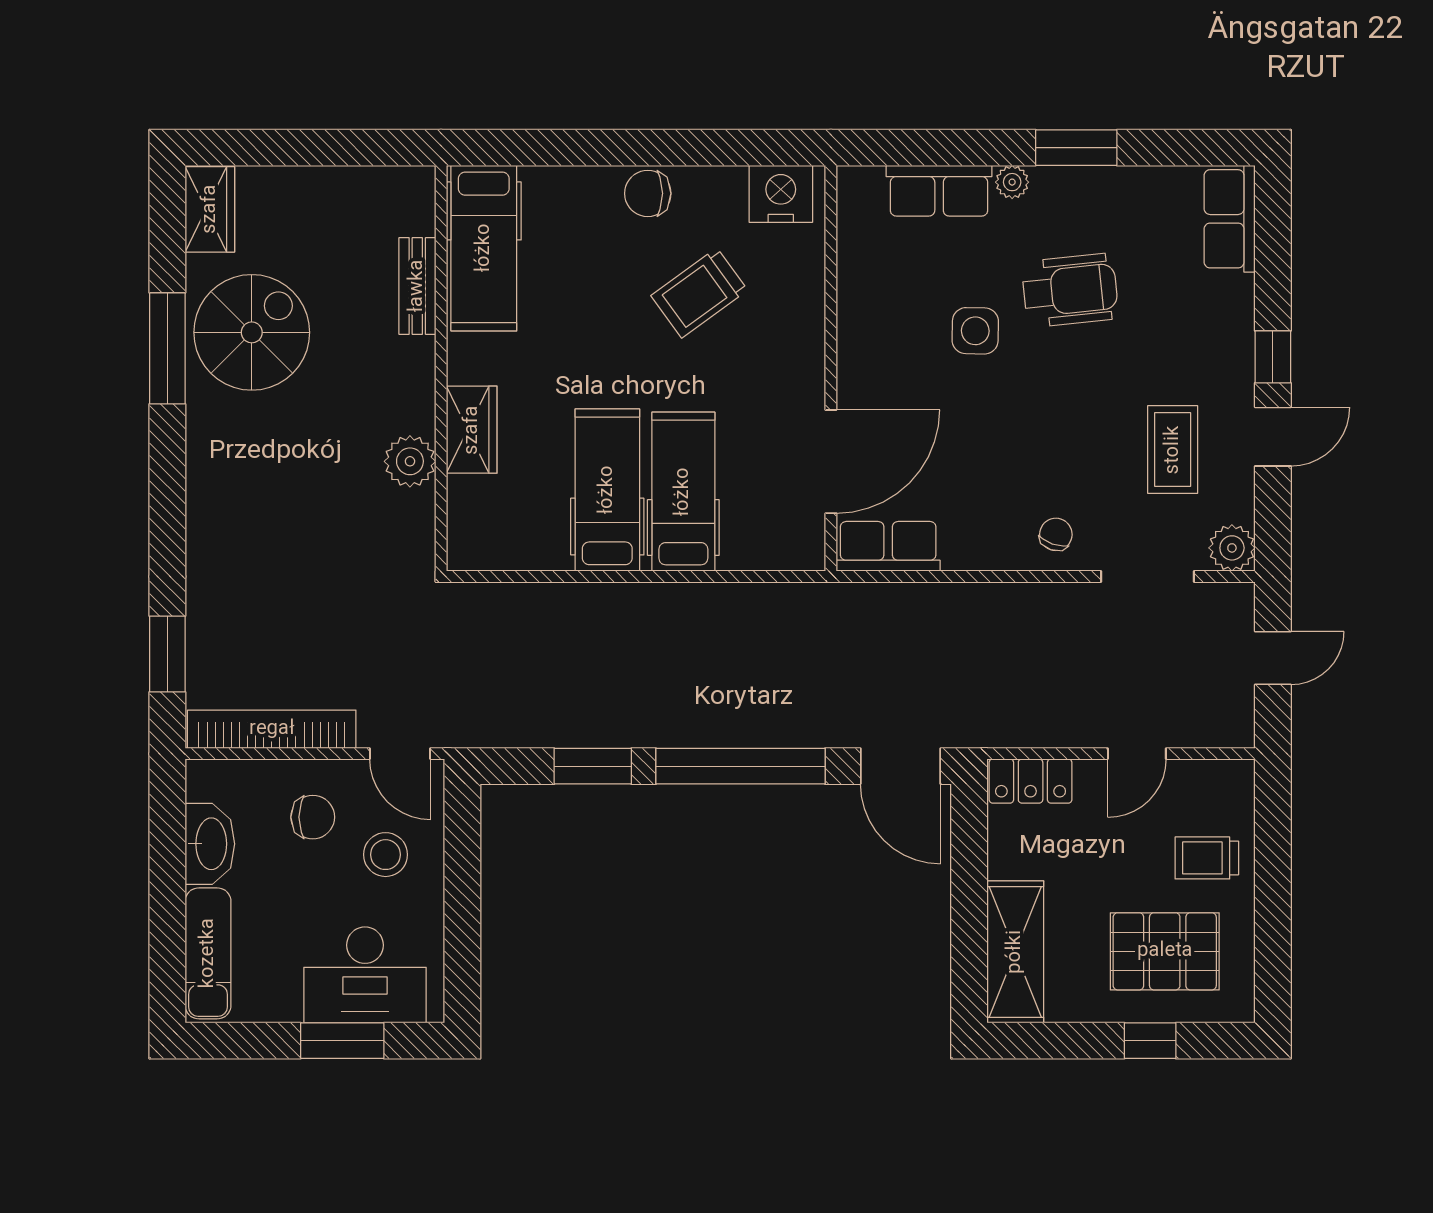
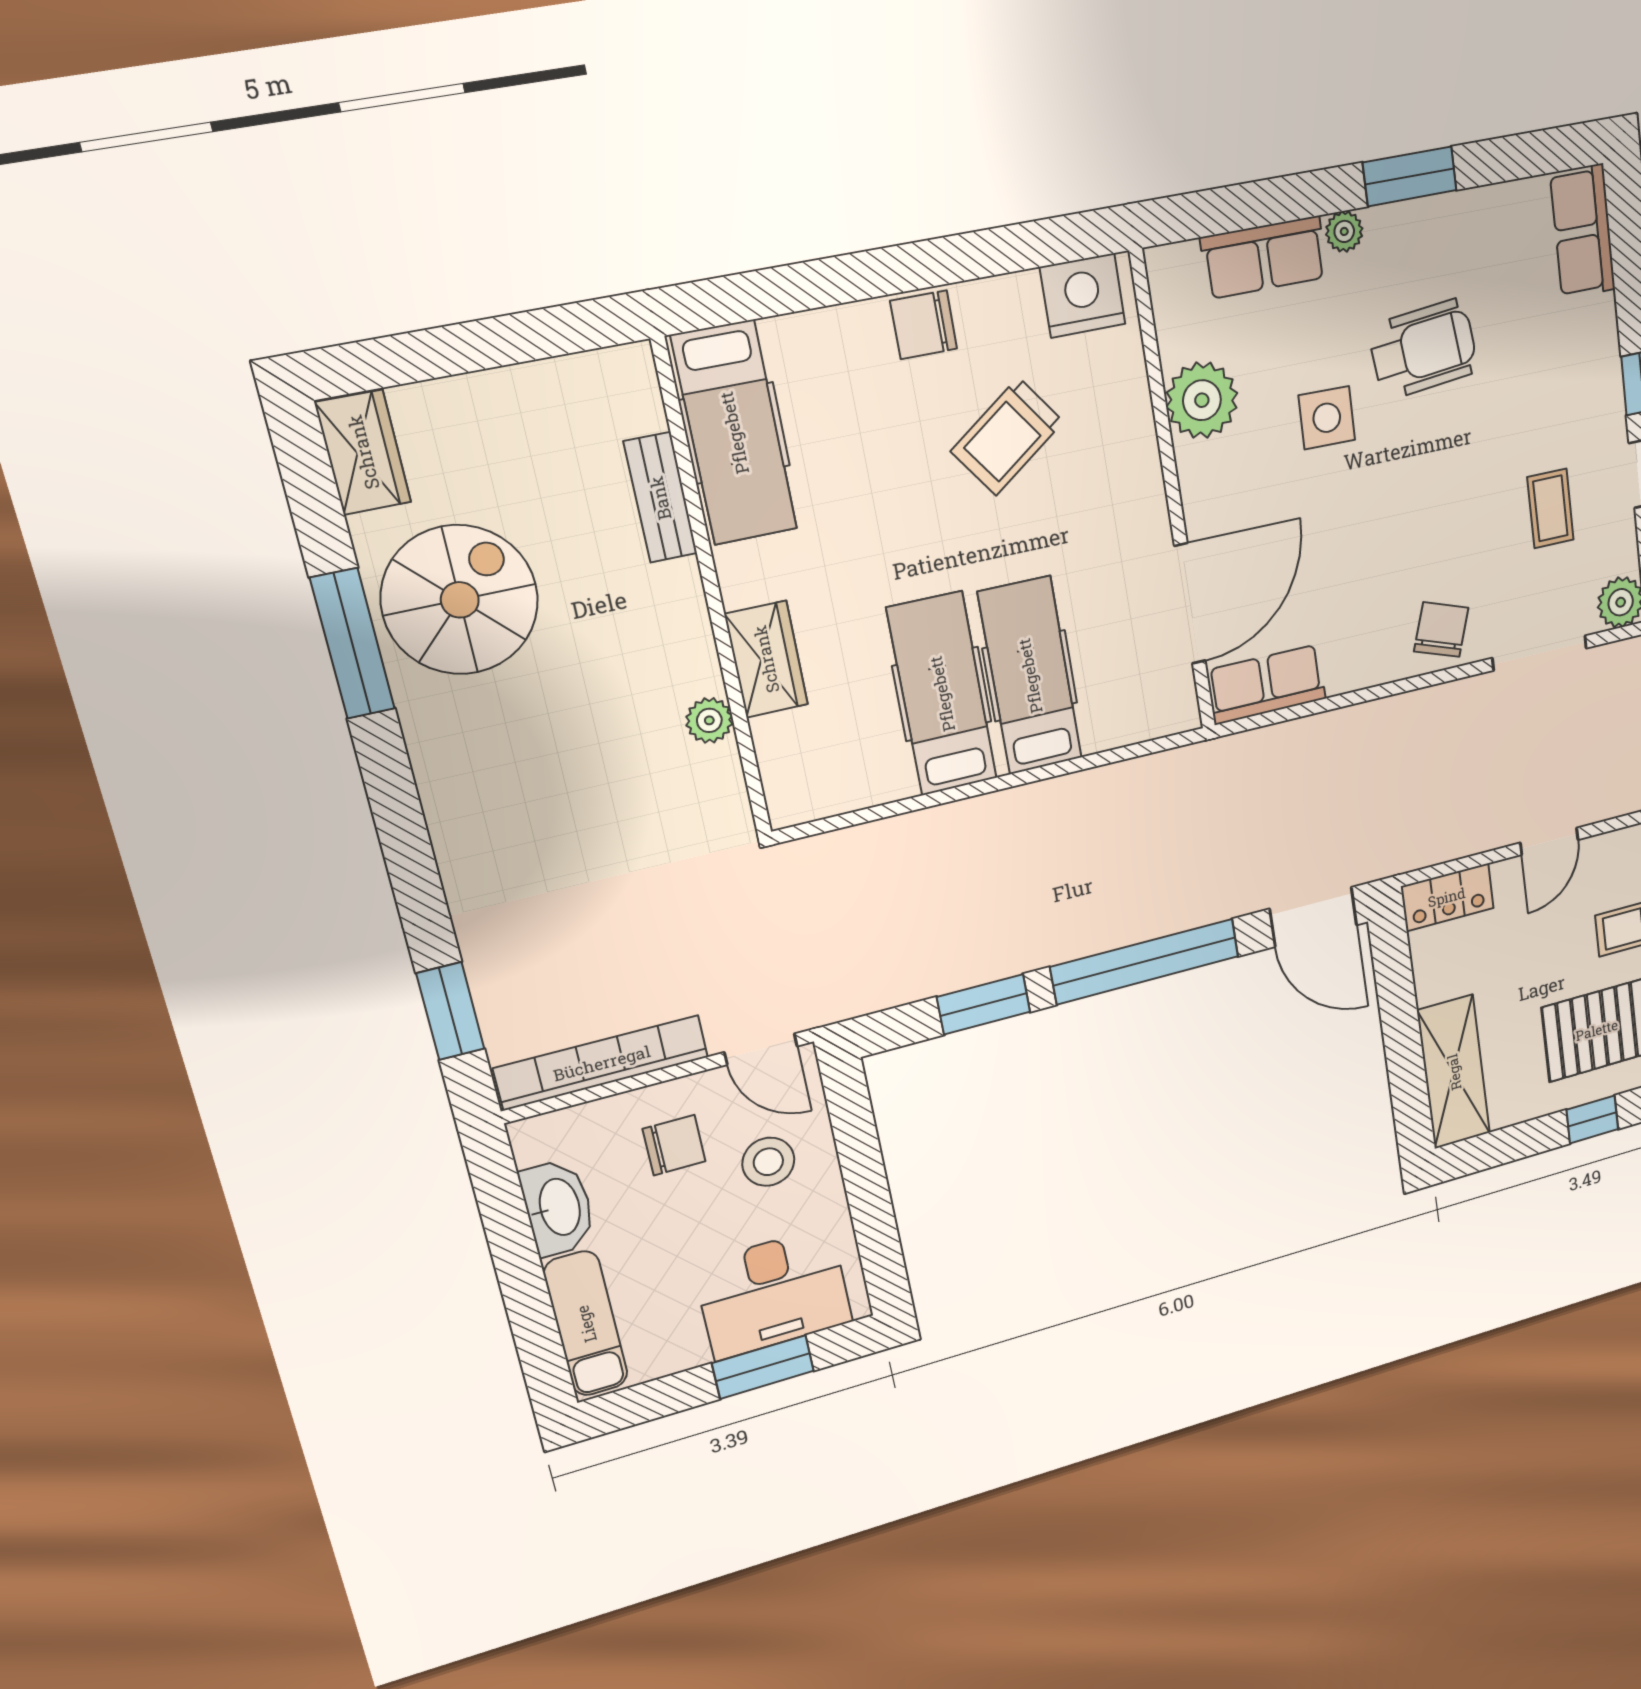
plant: (868, 295) -> (1202, 400), added
coffee table: (1173, 450) -> (1550, 508), width x0.73, depth x0.77
plant: (410, 461) -> (709, 720), width x0.73, depth x0.73
chair: (1056, 534) -> (1441, 630), width x1.37, depth x1.37

